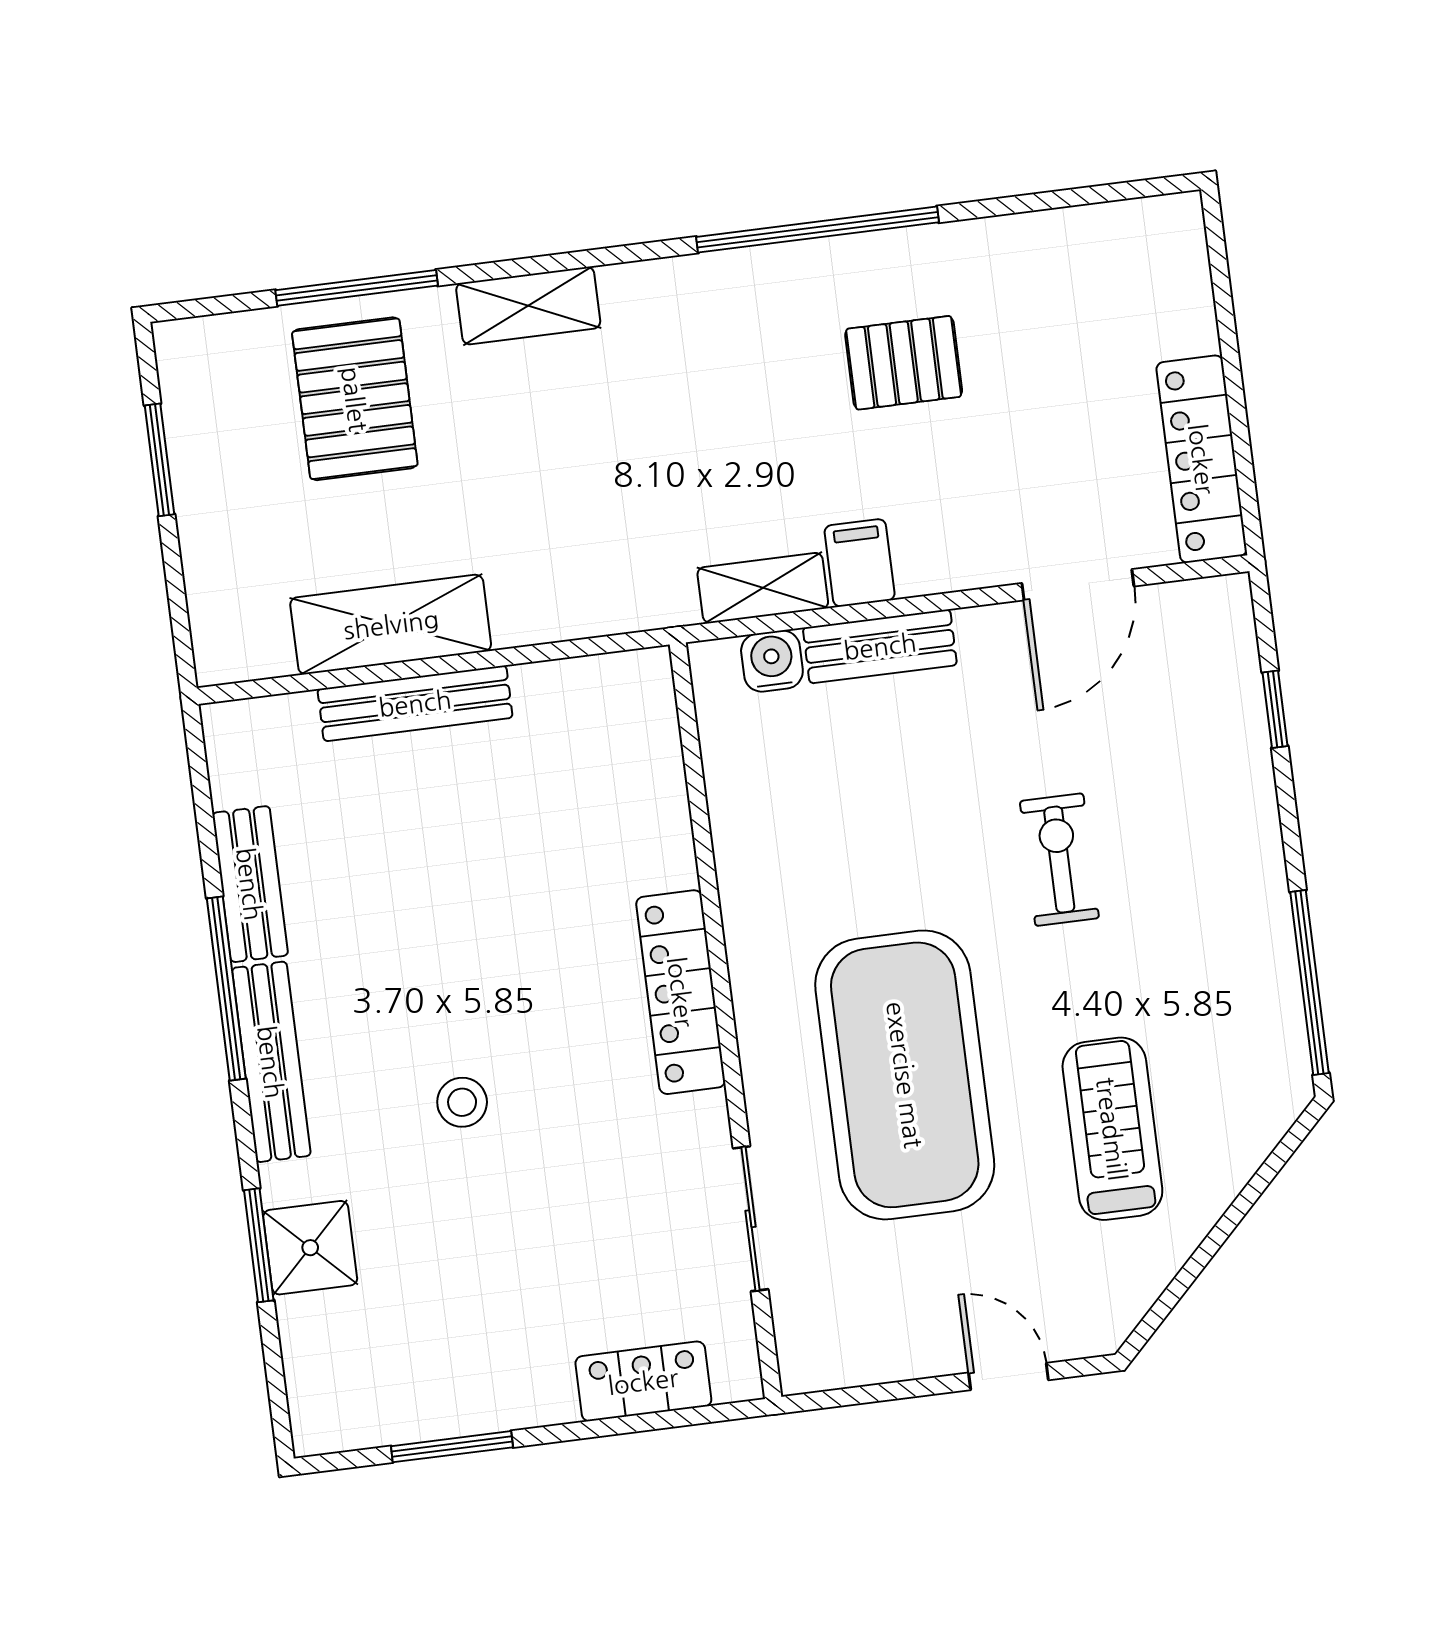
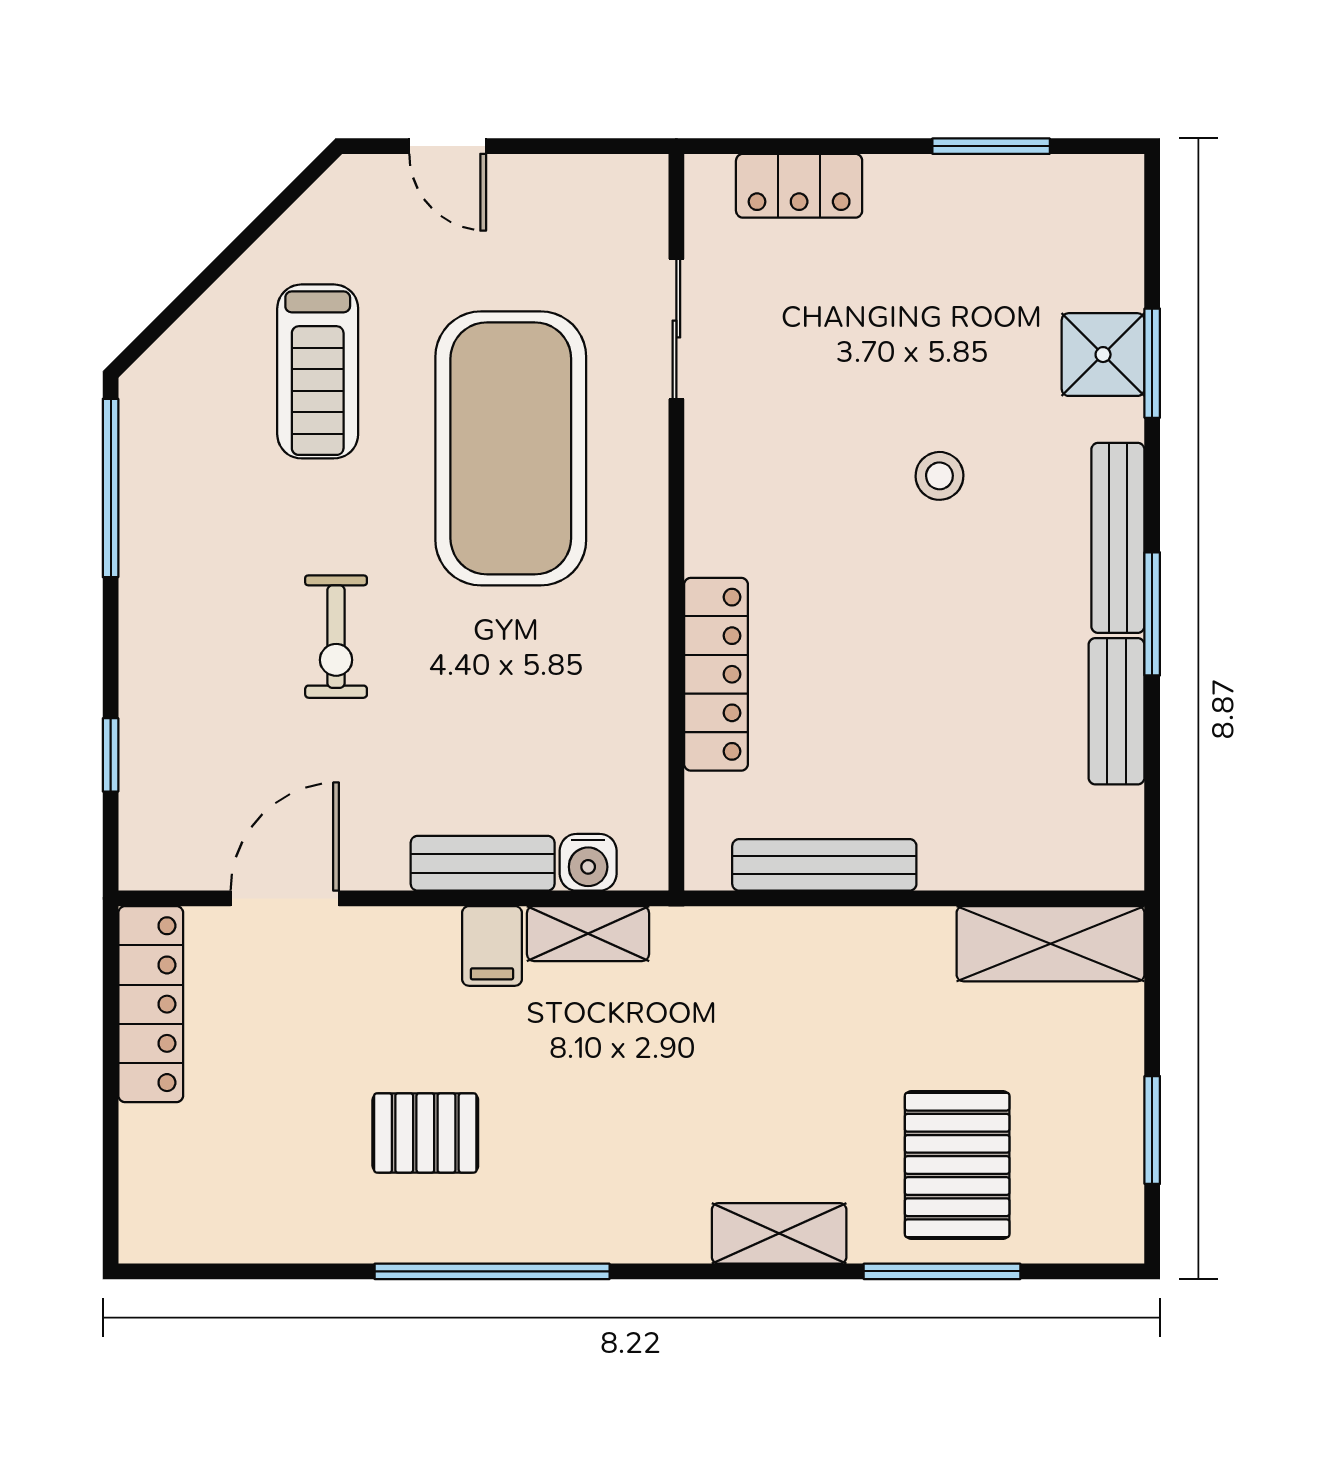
shelving: (391, 624) -> (1051, 944), moved
bench: (415, 703) -> (824, 865), moved
window: (226, 988) -> (1152, 614), width x0.69
locker: (681, 992) -> (716, 674), moved

